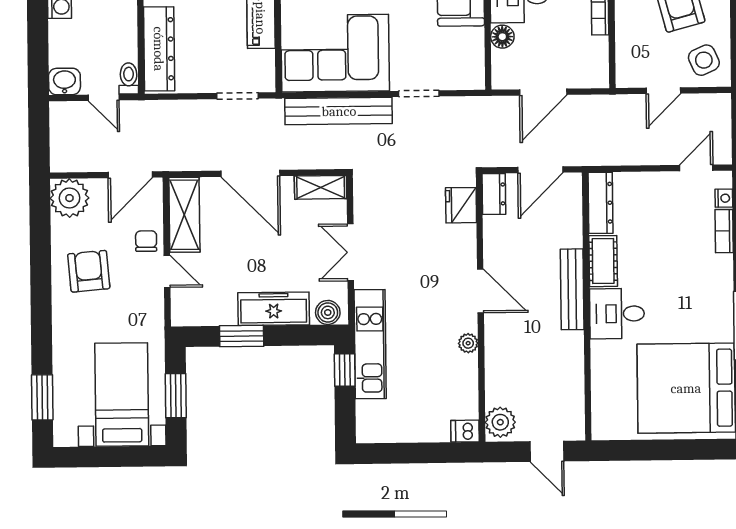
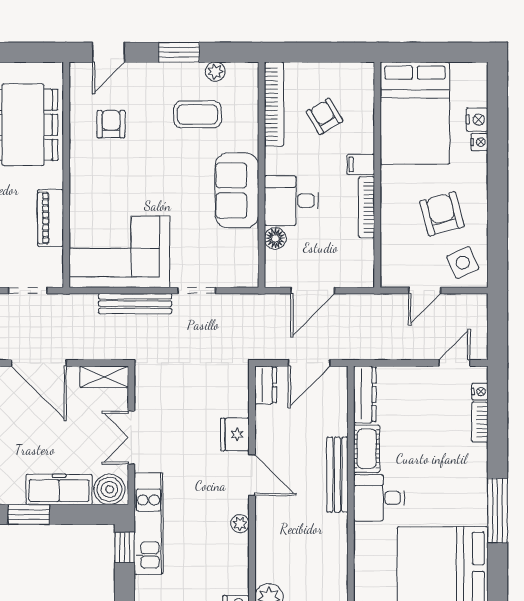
bench: (339, 111) -> (135, 304), width x0.73, depth x0.82
fridge: (461, 205) -> (235, 434), moved
boiler: (328, 312) -> (109, 489), width x1.36, depth x1.36

